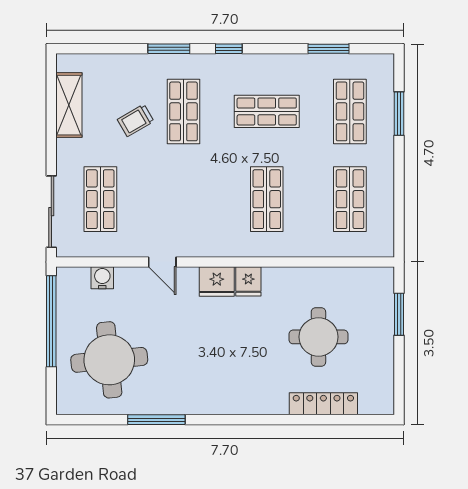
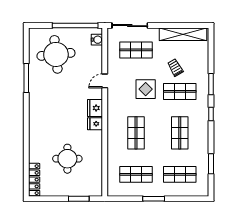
shelving: (69, 105) -> (183, 34), width x1.47
window: (399, 114) -> (154, 199), moved
display table: (179, 180) -> (146, 89), added
shop shelf: (267, 199) -> (136, 133), turned 90
water cooler: (102, 278) -> (97, 40), moved
locker: (323, 404) -> (34, 180), moved

